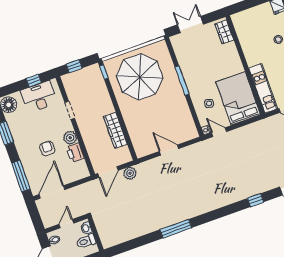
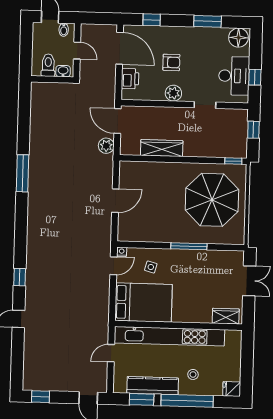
kitchen unit: (263, 88) -> (169, 336), width x1.86
printer: (75, 153) -> (130, 79), moved, turned 90
window: (21, 176) -> (152, 20), width x0.46

